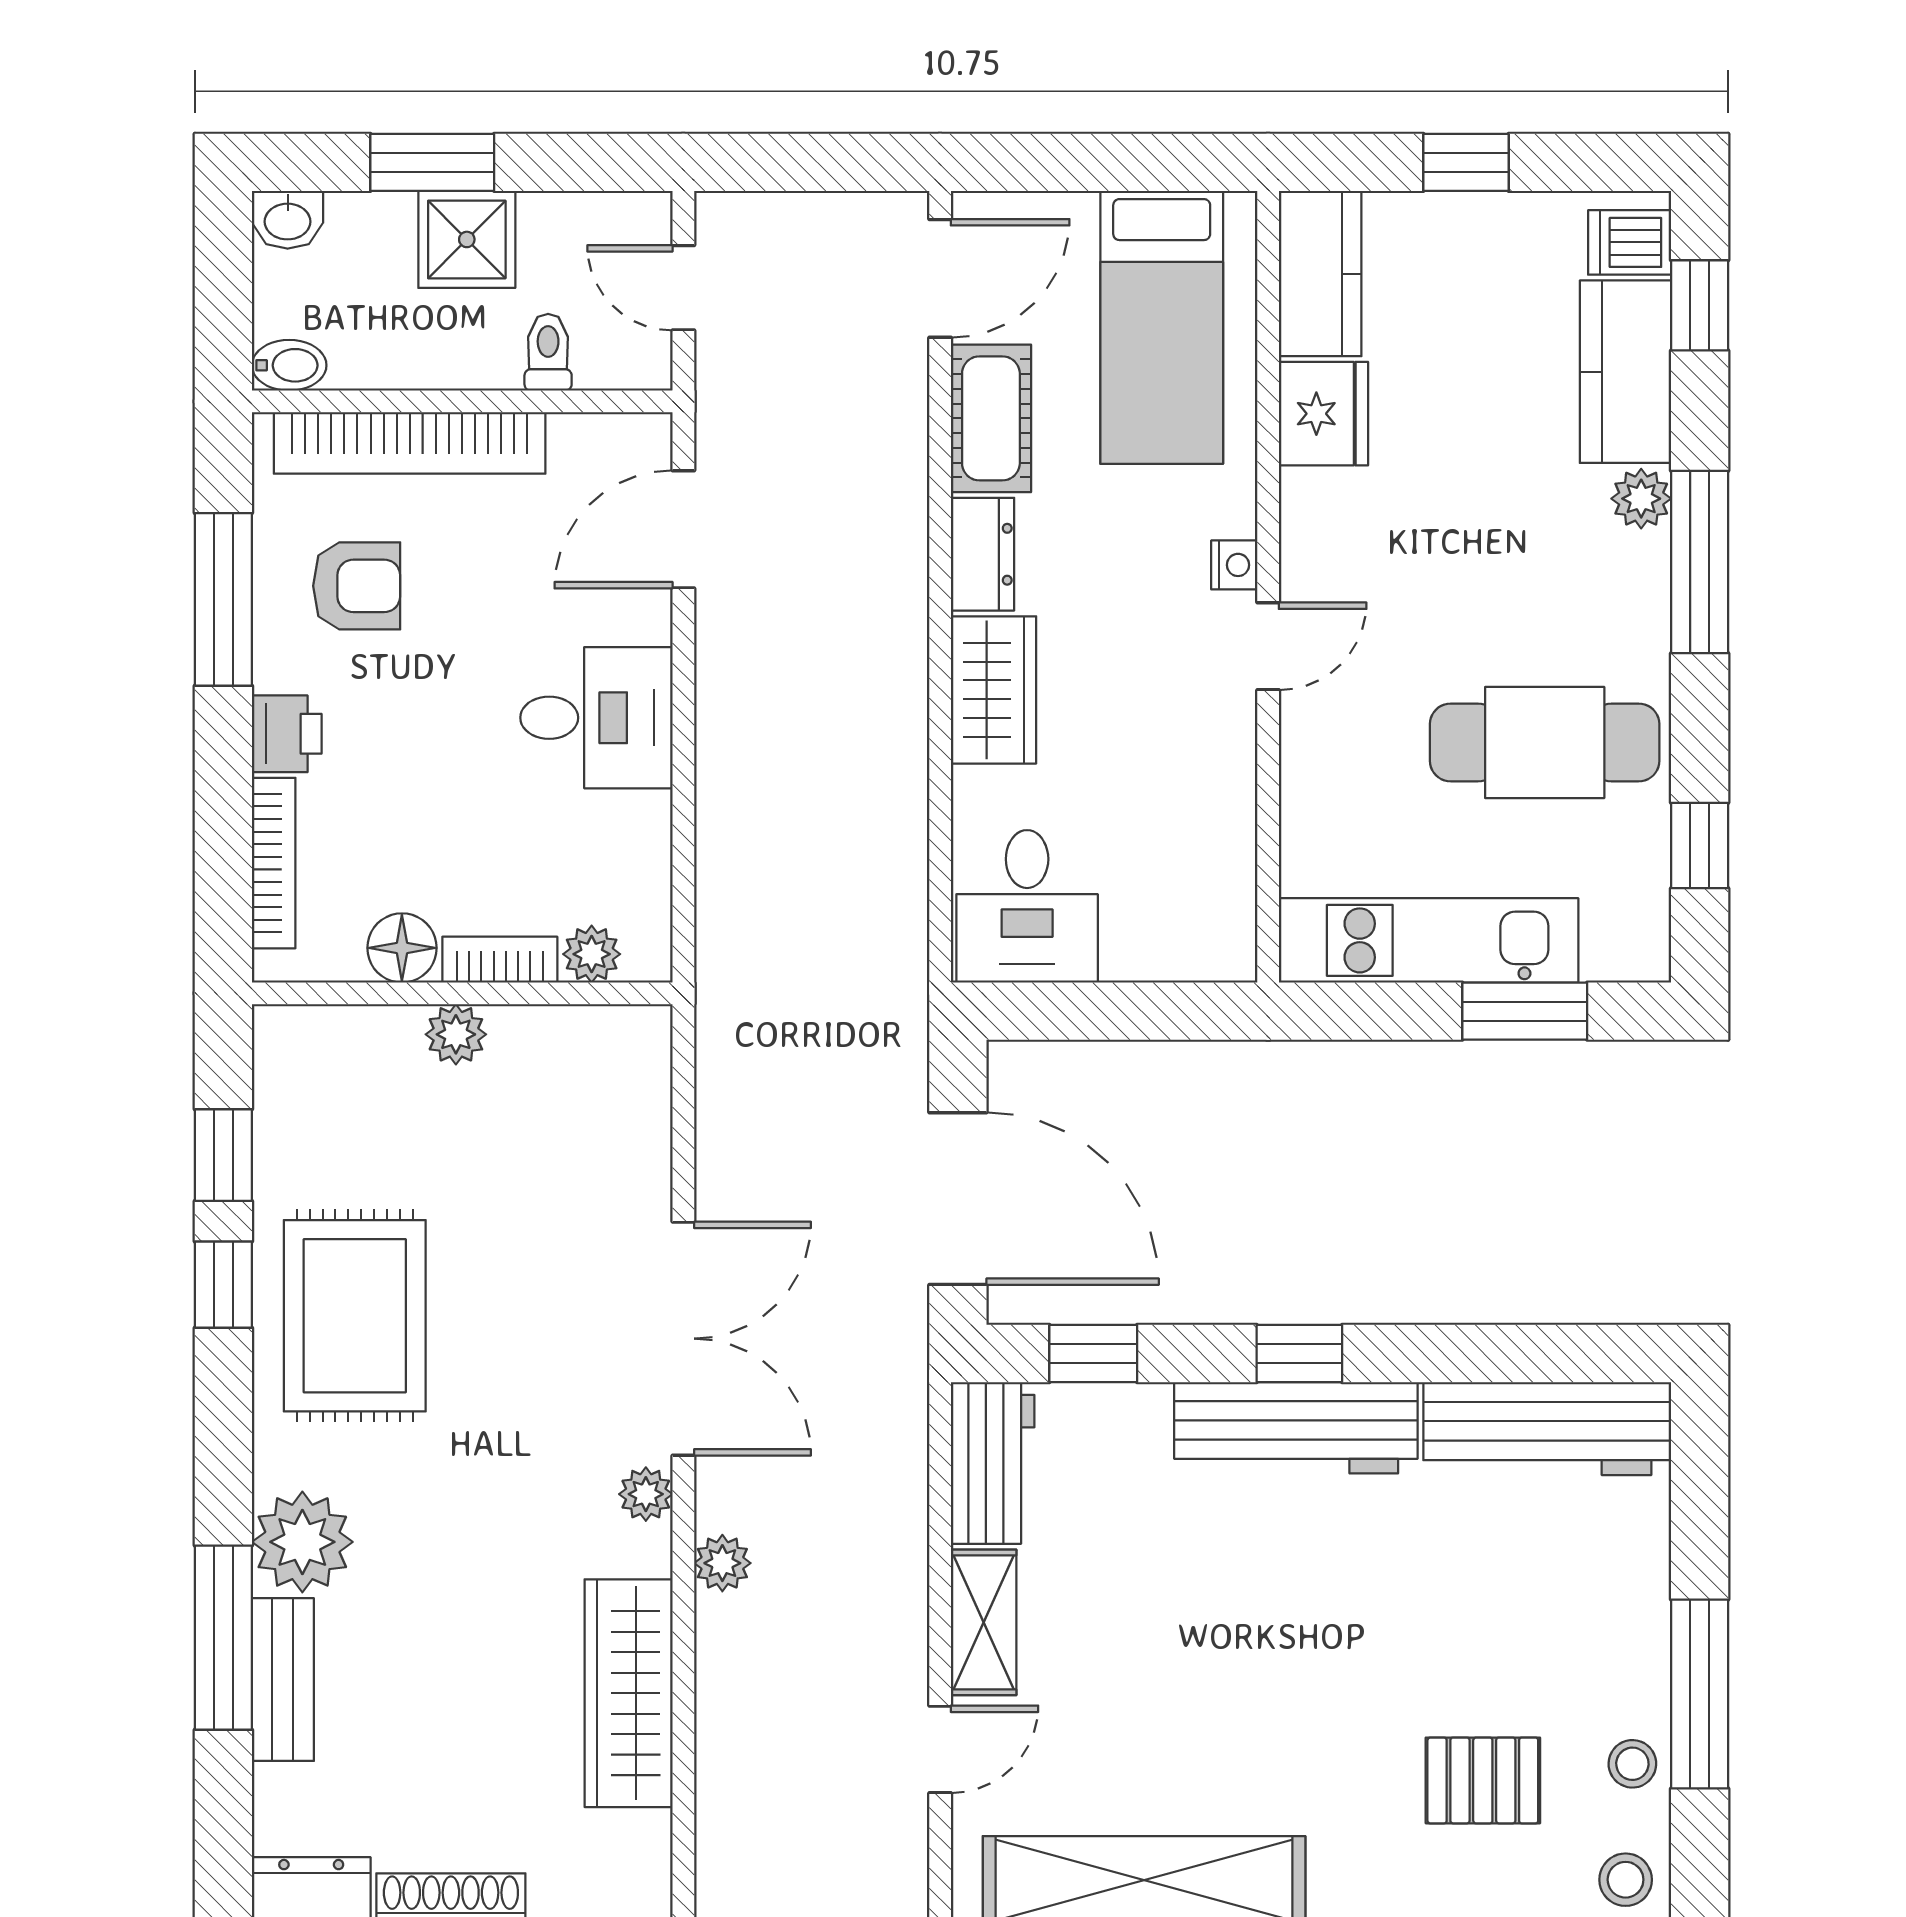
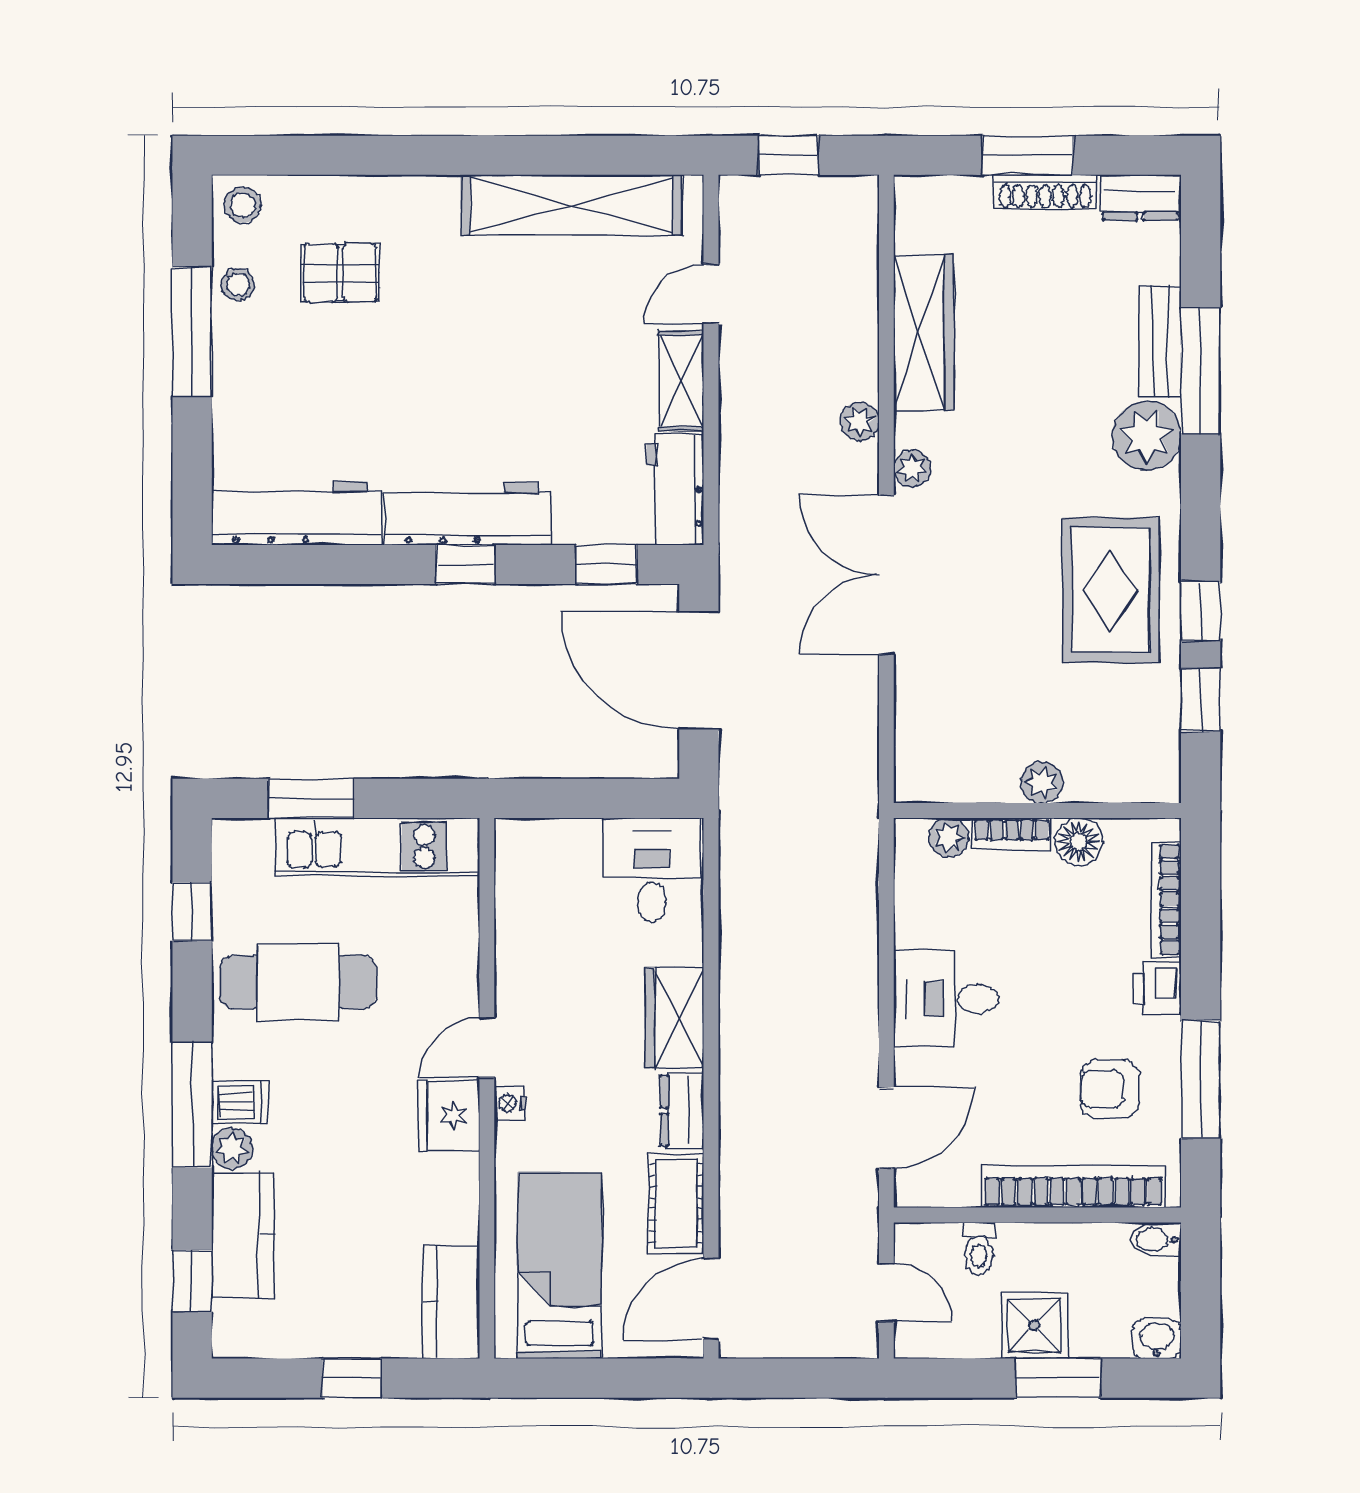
dishwasher: (1630, 242) -> (240, 1102), moved
fridge: (1323, 414) -> (449, 1116), moved

